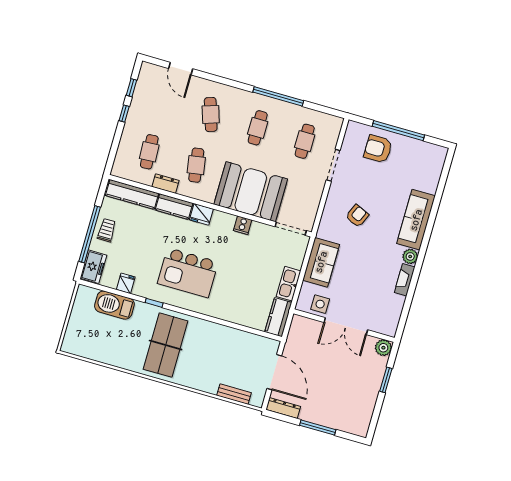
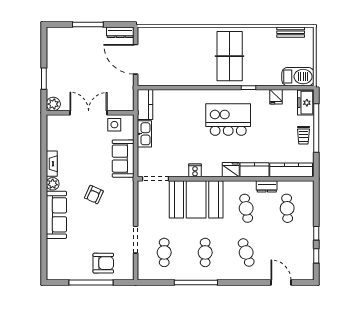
armchair: (357, 216) -> (94, 195), moved
barbecue: (114, 305) -> (298, 77), moved
bench: (234, 394) -> (291, 32), moved

